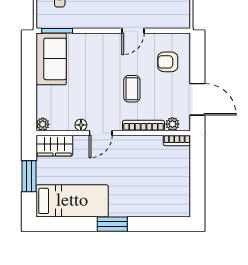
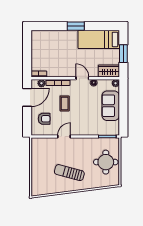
sofa: (51, 59) -> (111, 106), moved
door: (197, 99) -> (27, 97), swing flipped
door: (101, 133) -> (82, 78), hinge flipped

